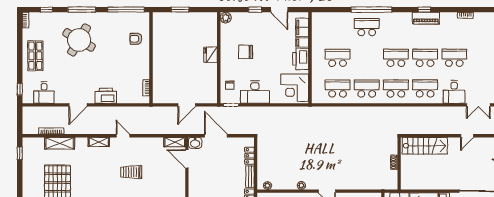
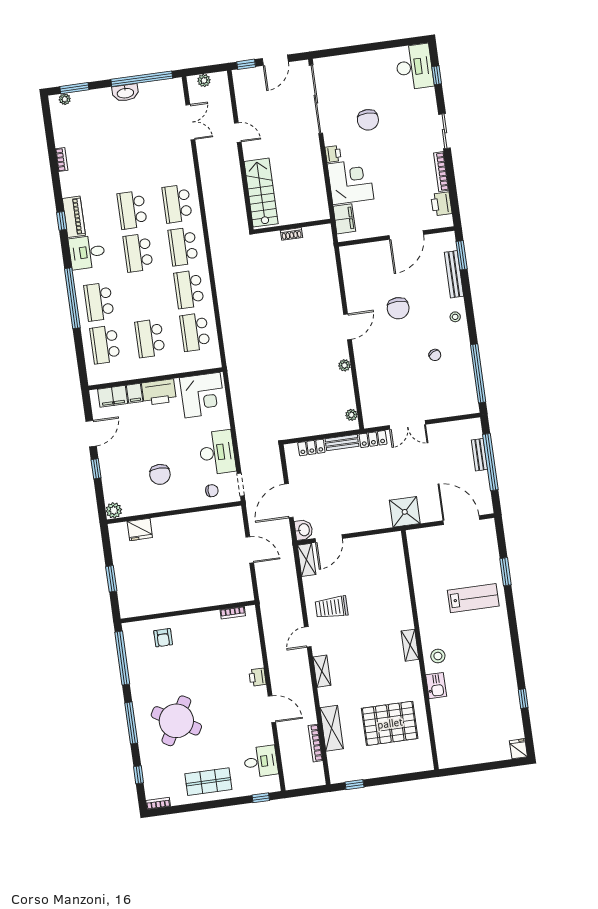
fridge: (211, 55) -> (140, 529), moved
school desk: (454, 58) -> (105, 345), moved
desk: (454, 92) -> (87, 252), moved, turned 180
printer: (106, 96) -> (257, 677), width x0.53, depth x0.68
trolley: (131, 172) -> (332, 607), moved, turned 90

